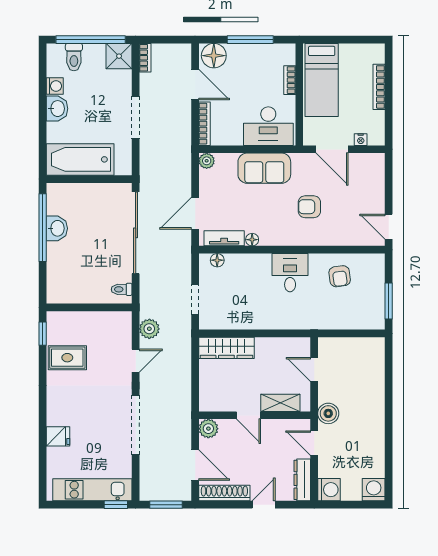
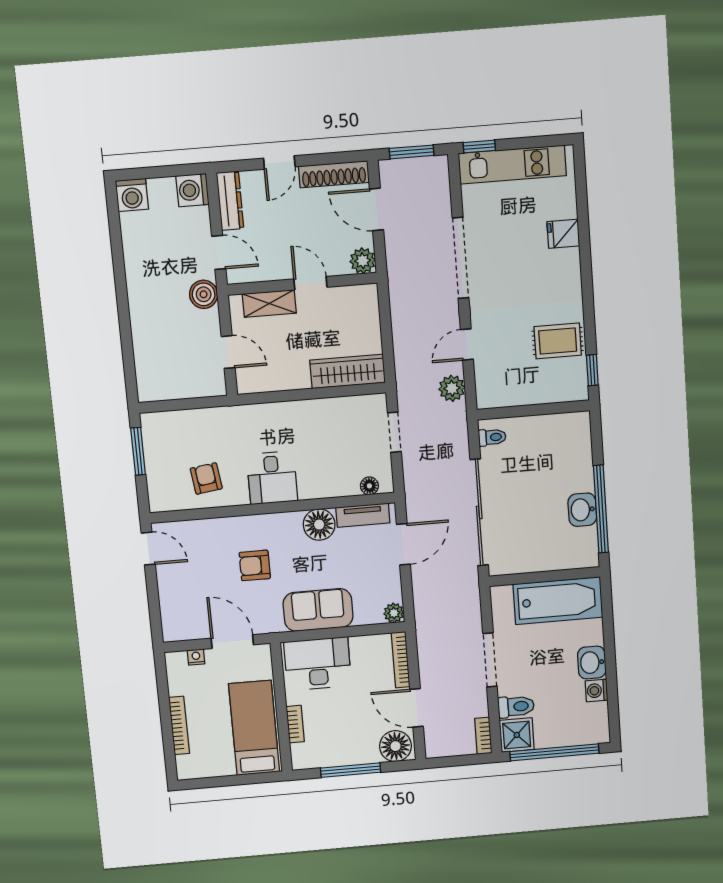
toilet: (74, 57) -> (516, 707), moved, turned 90
armchair: (309, 207) -> (255, 565), turned 180
floor lamp: (252, 240) -> (319, 525), width x1.89, depth x1.89

